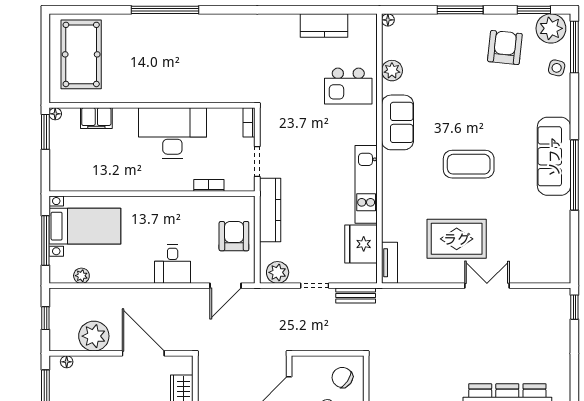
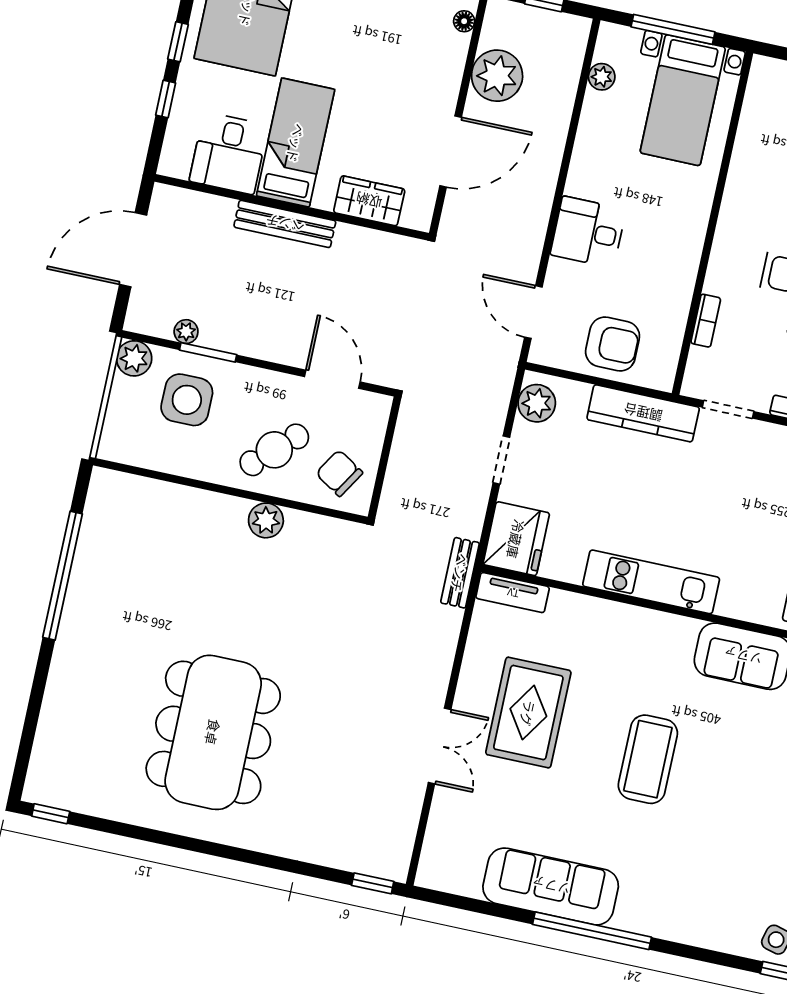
sofa: (554, 156) -> (551, 886), moved
fridge: (361, 244) -> (516, 539), moved, turned 90
bench: (356, 296) -> (460, 573), moved
chair: (342, 377) -> (339, 473), turned -93

